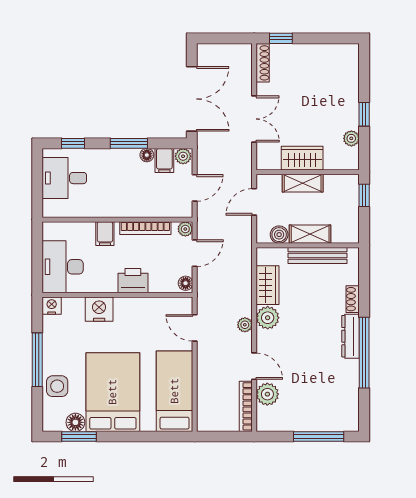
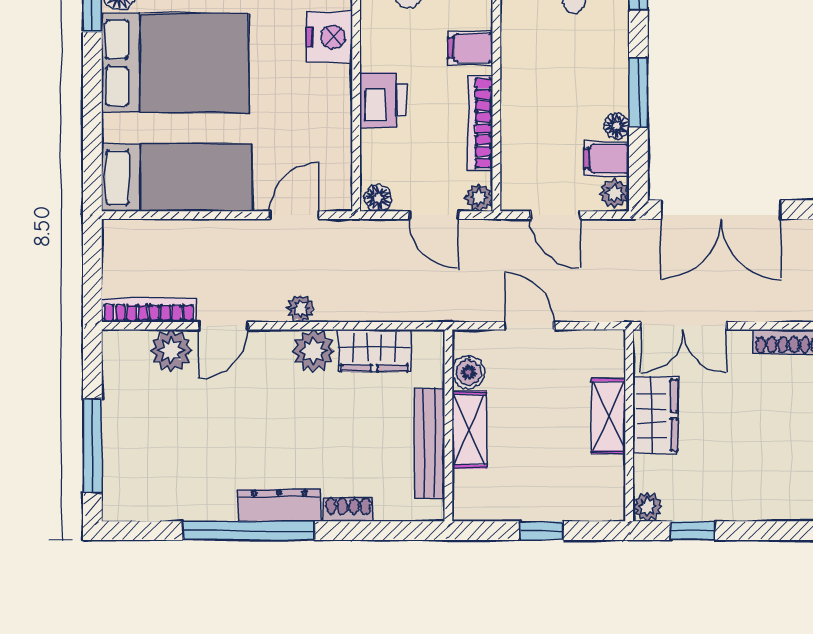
wardrobe: (302, 158) -> (655, 415), moved
wall: (308, 172) -> (629, 425), moved
shelving: (303, 183) -> (609, 416), moved

